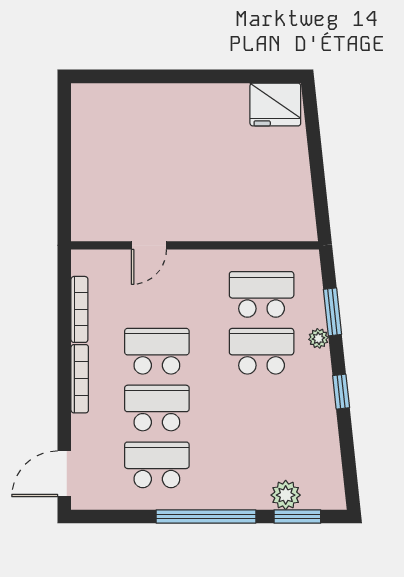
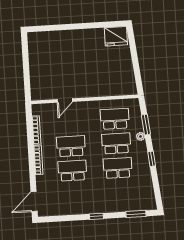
school desk: (157, 465) -> (118, 168), moved
plant: (286, 495) -> (130, 205), removed
window: (206, 517) -> (96, 216), width x0.32

